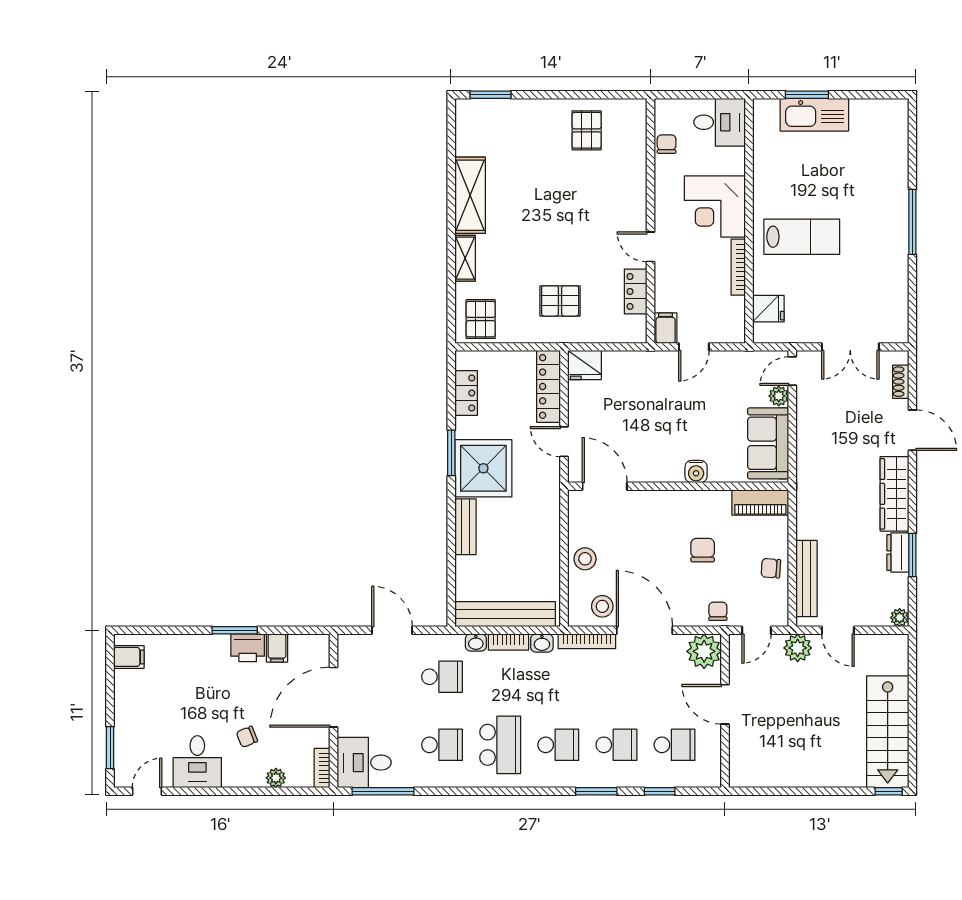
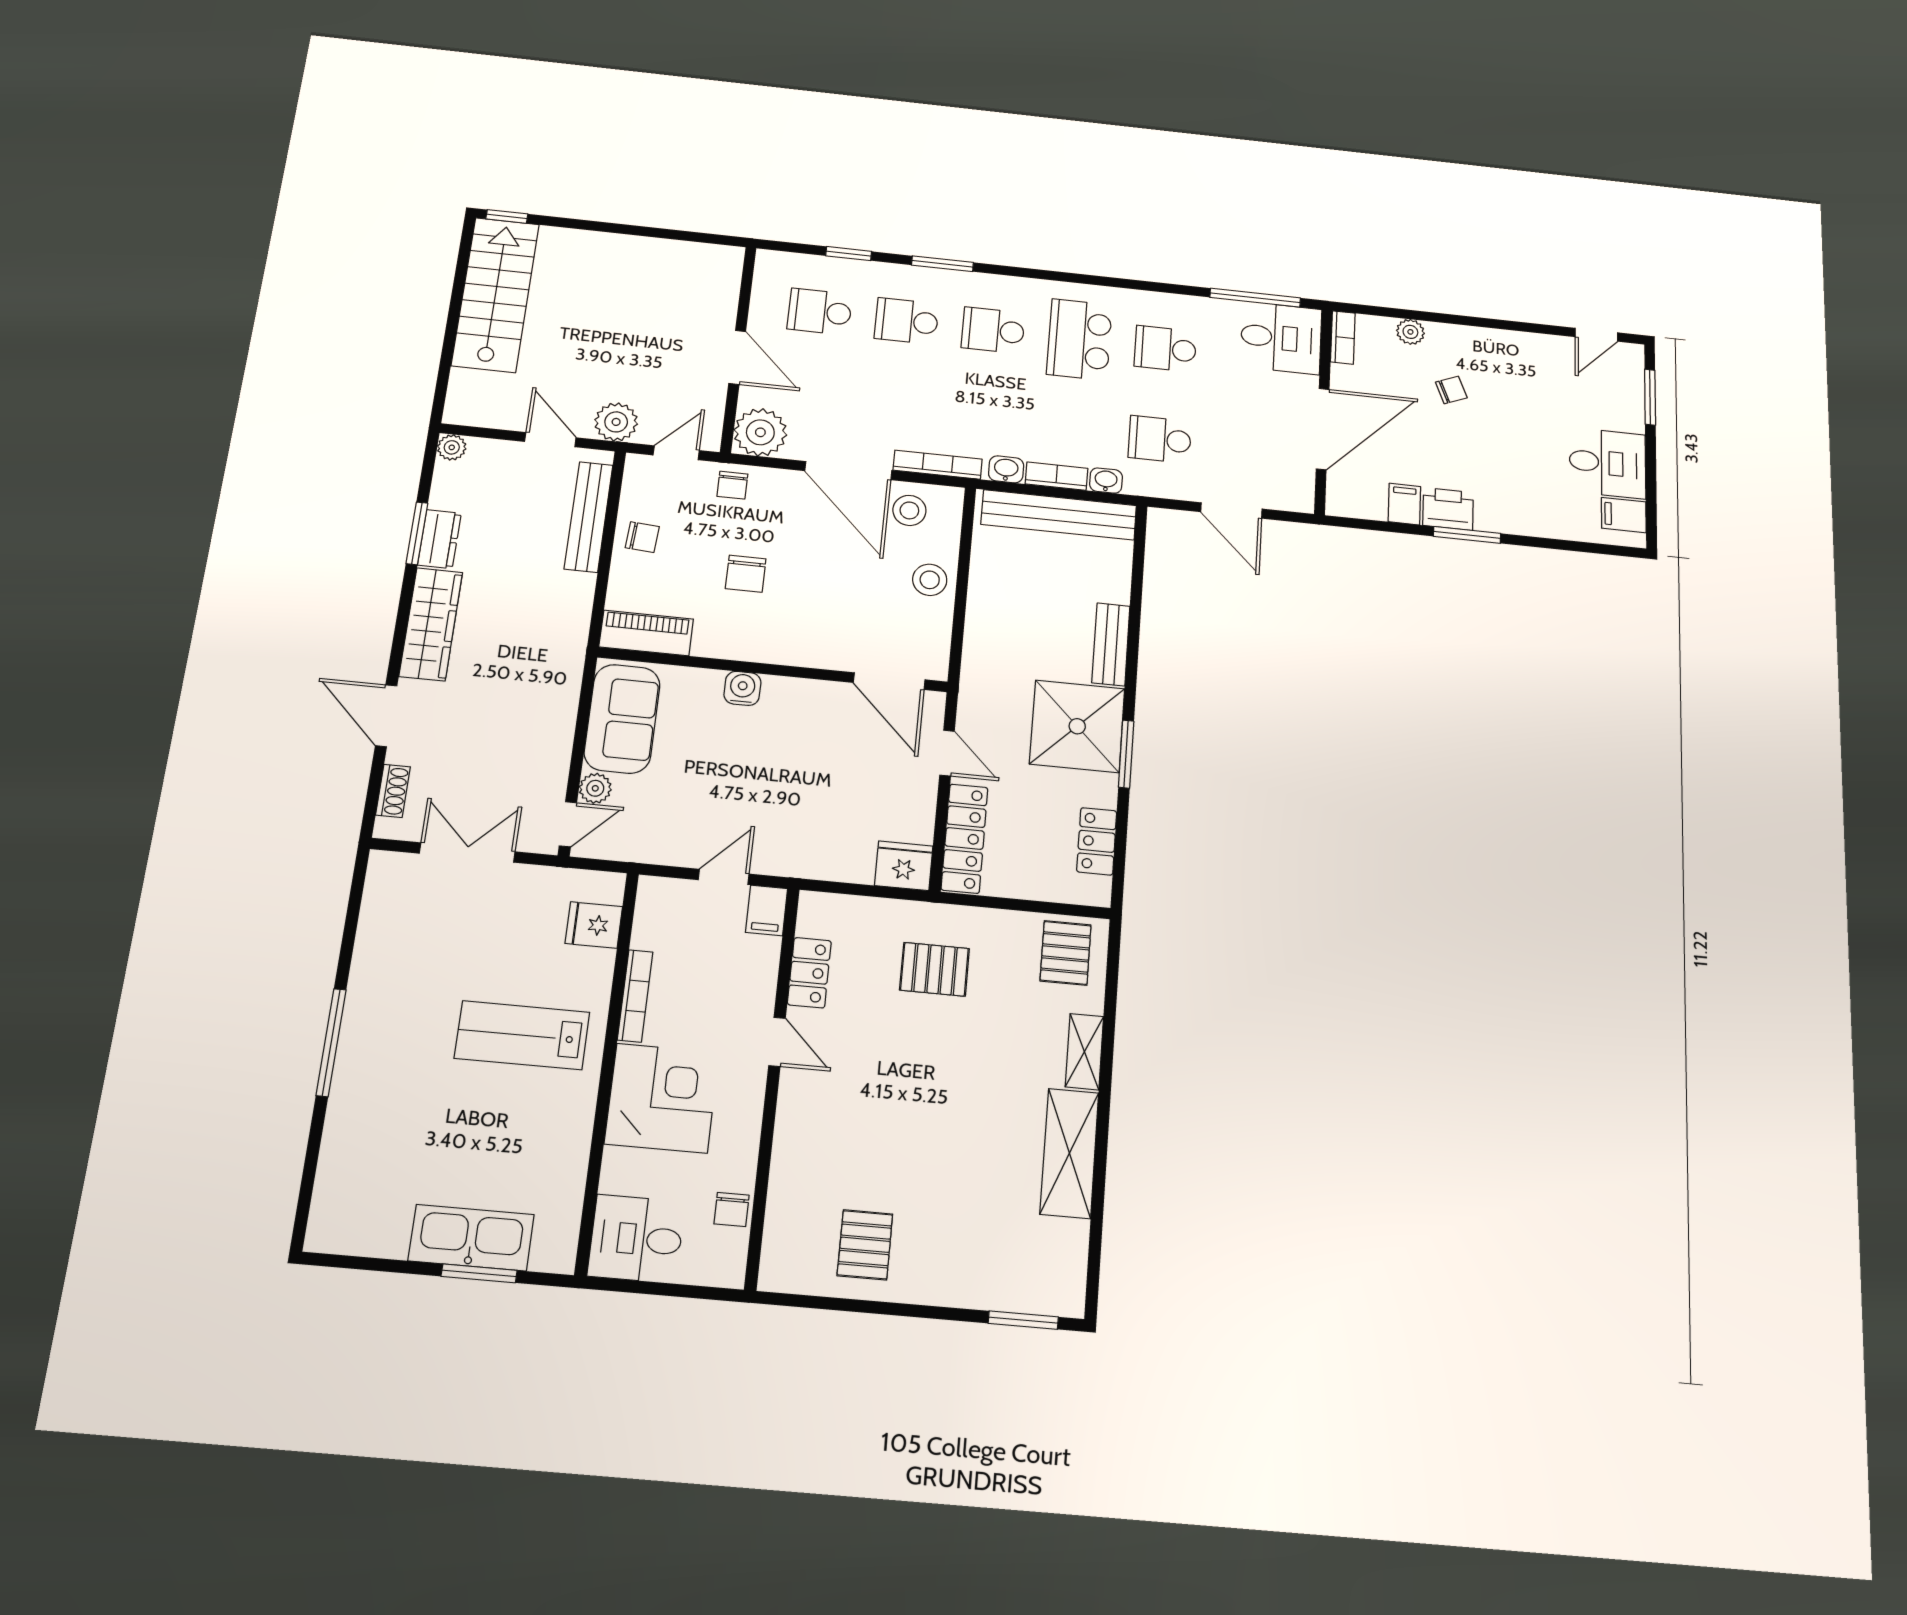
desk: (197, 762) -> (1608, 463), moved, turned 90

